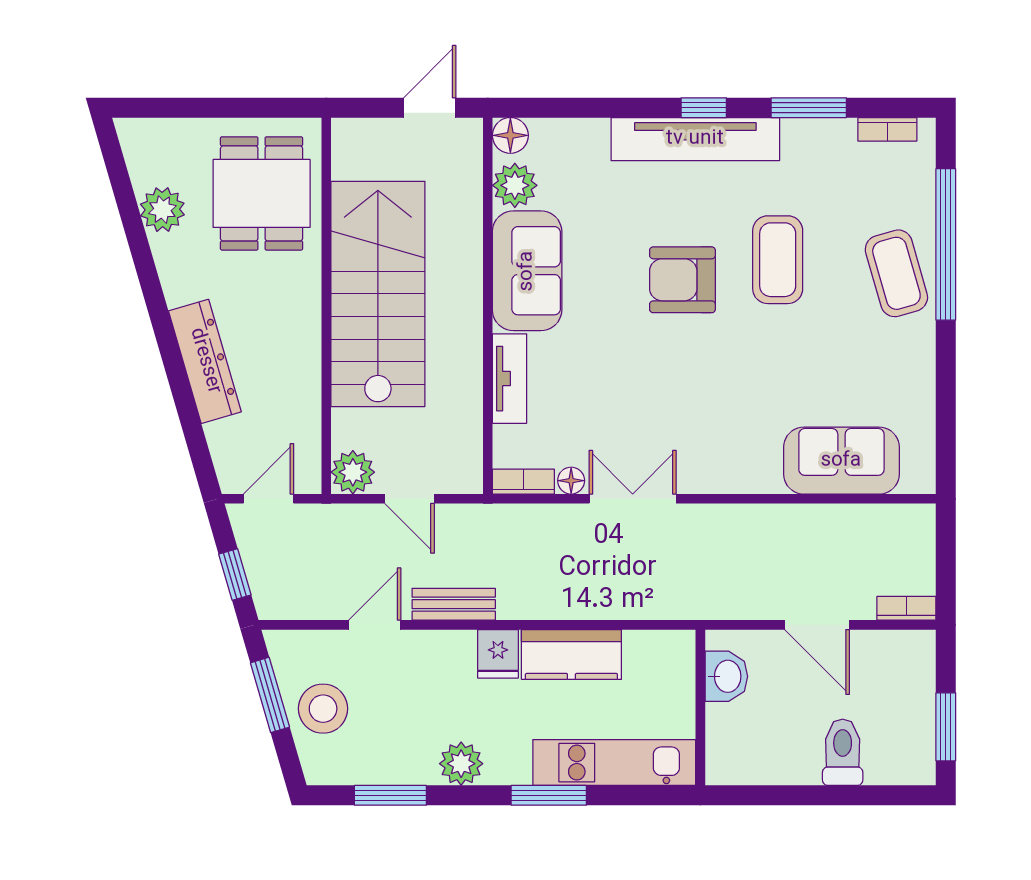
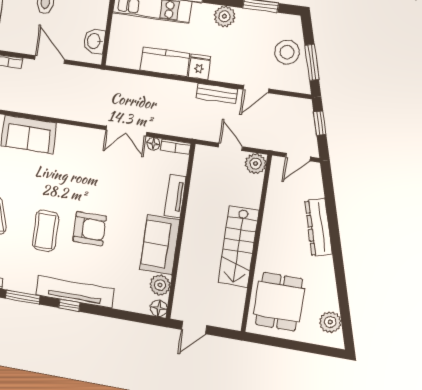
plant: (162, 210) -> (330, 322), moved
stairs: (378, 294) -> (238, 247), width x0.73, depth x0.66

